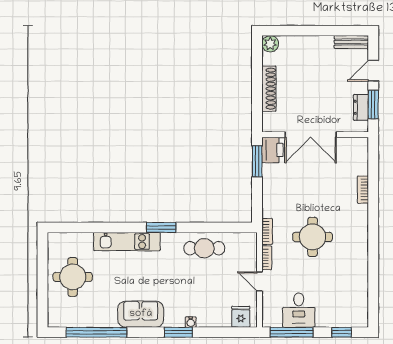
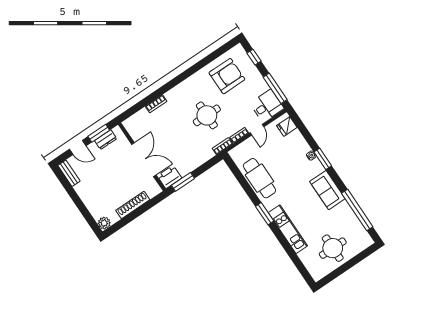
cafe table: (204, 248) -> (259, 178), width x1.37, depth x1.35
armchair: (341, 288) -> (227, 76), added
desk: (299, 310) -> (267, 106), moved

